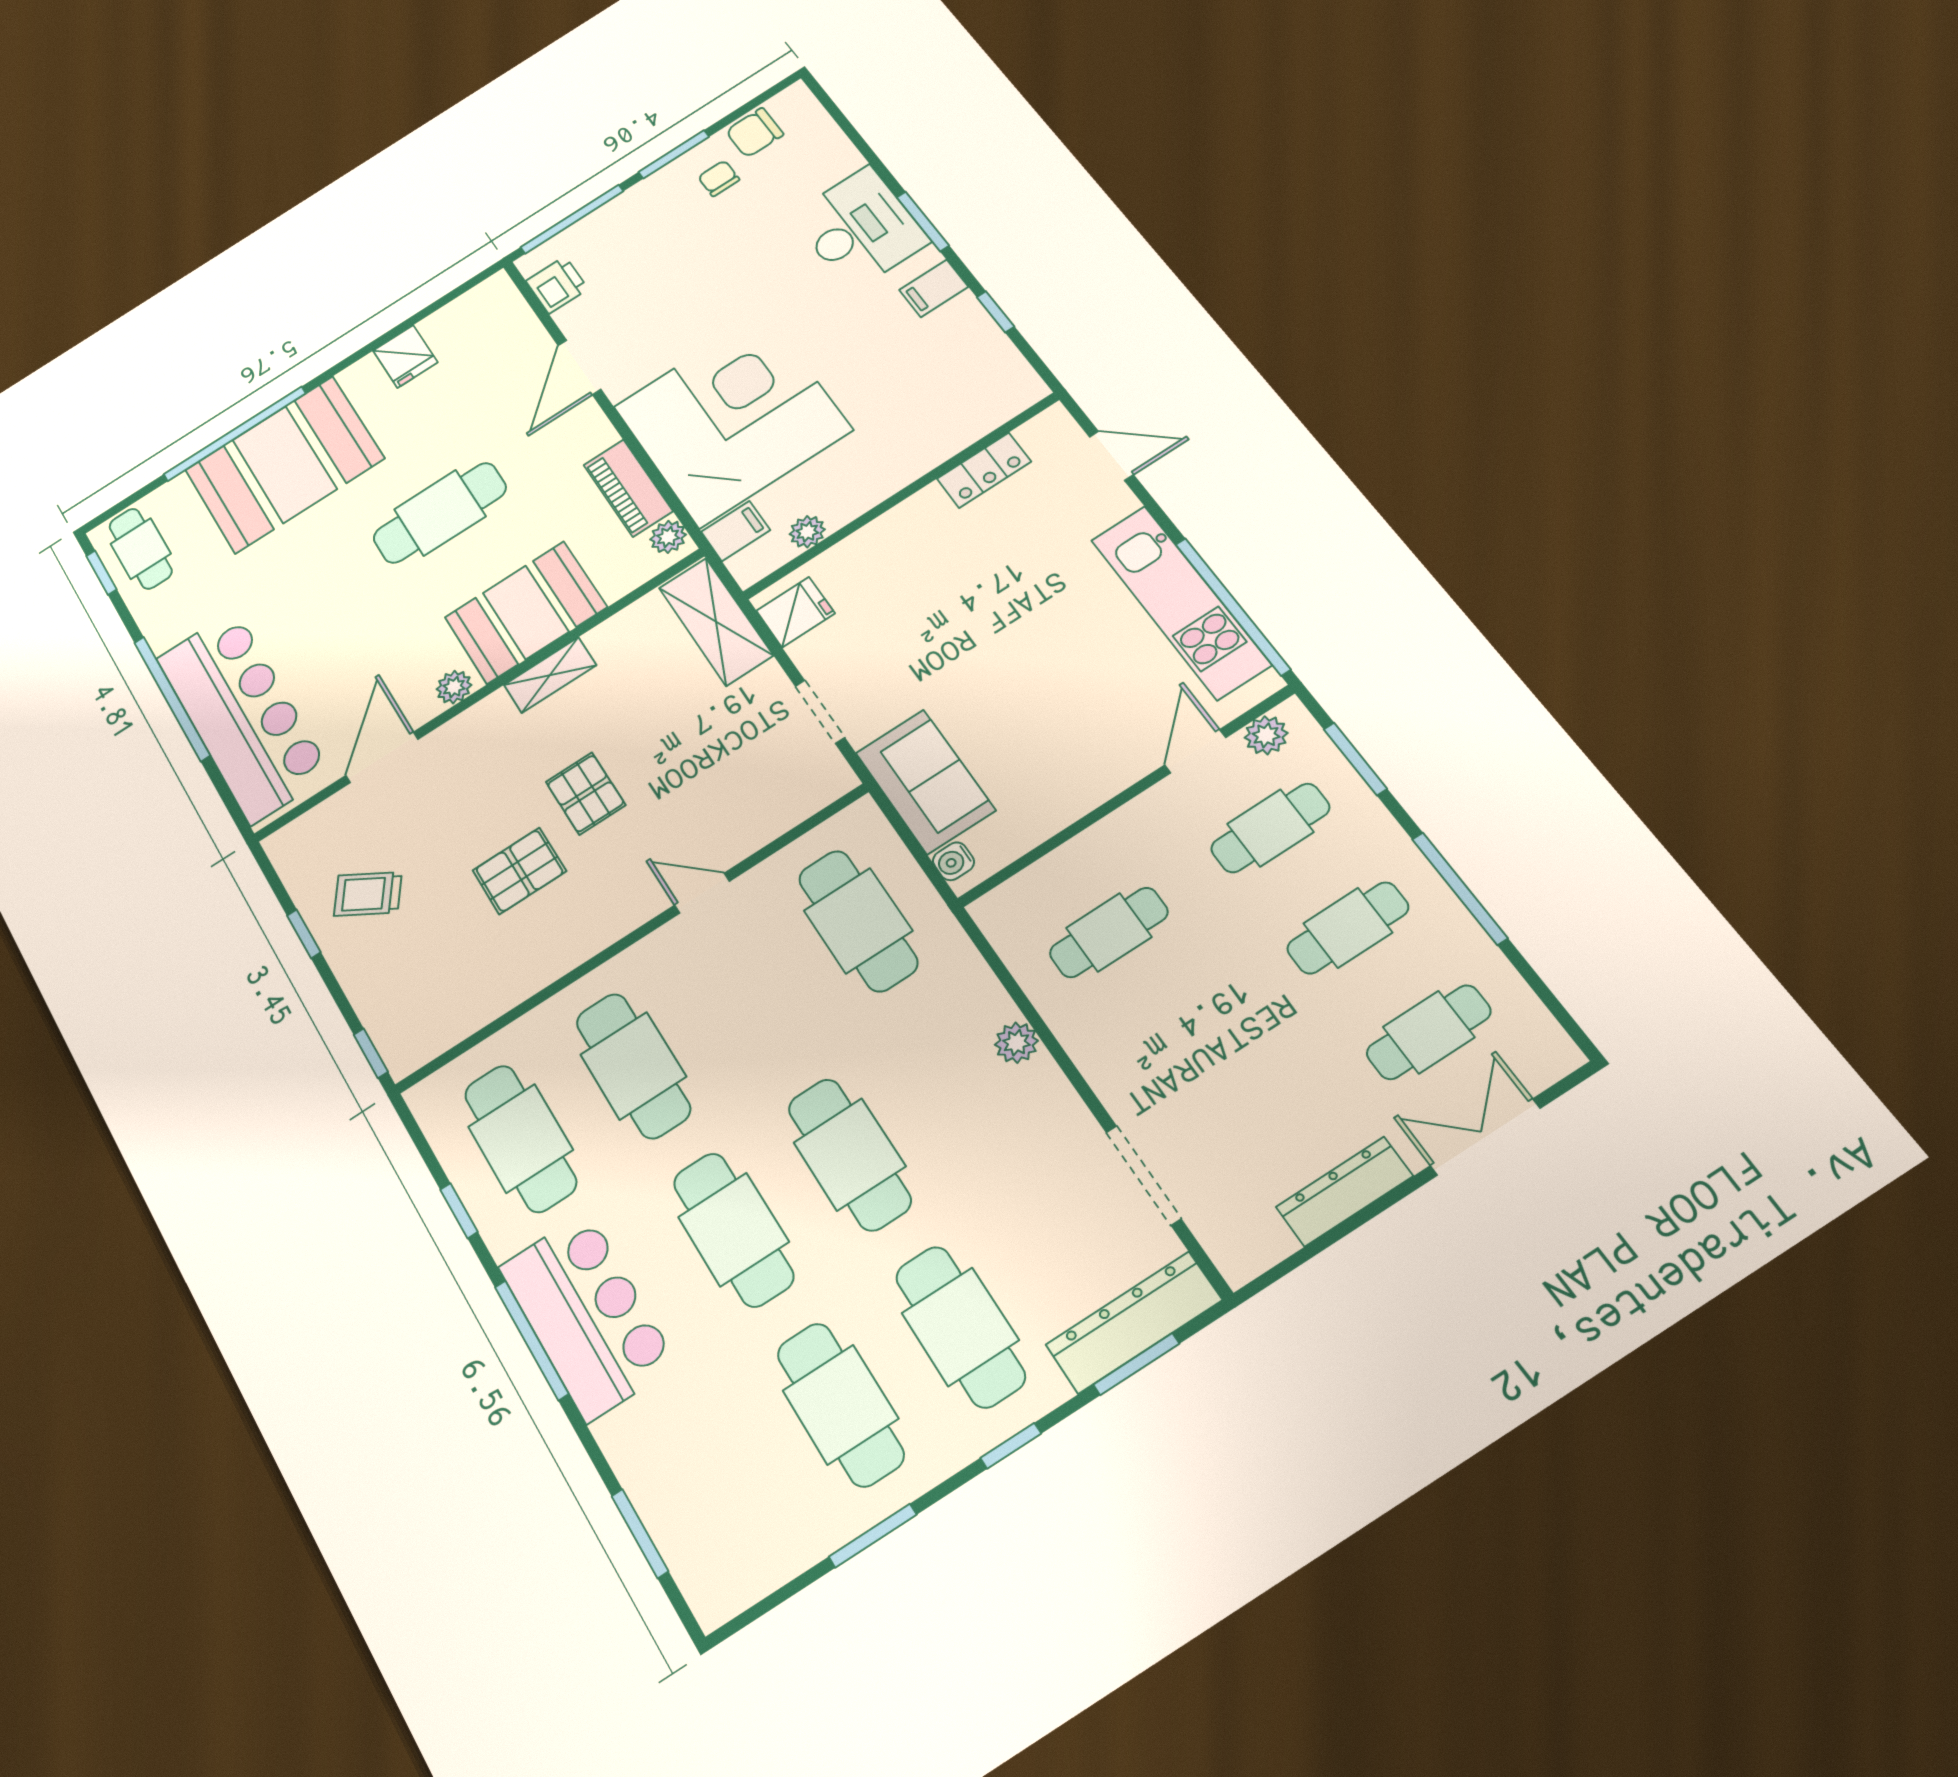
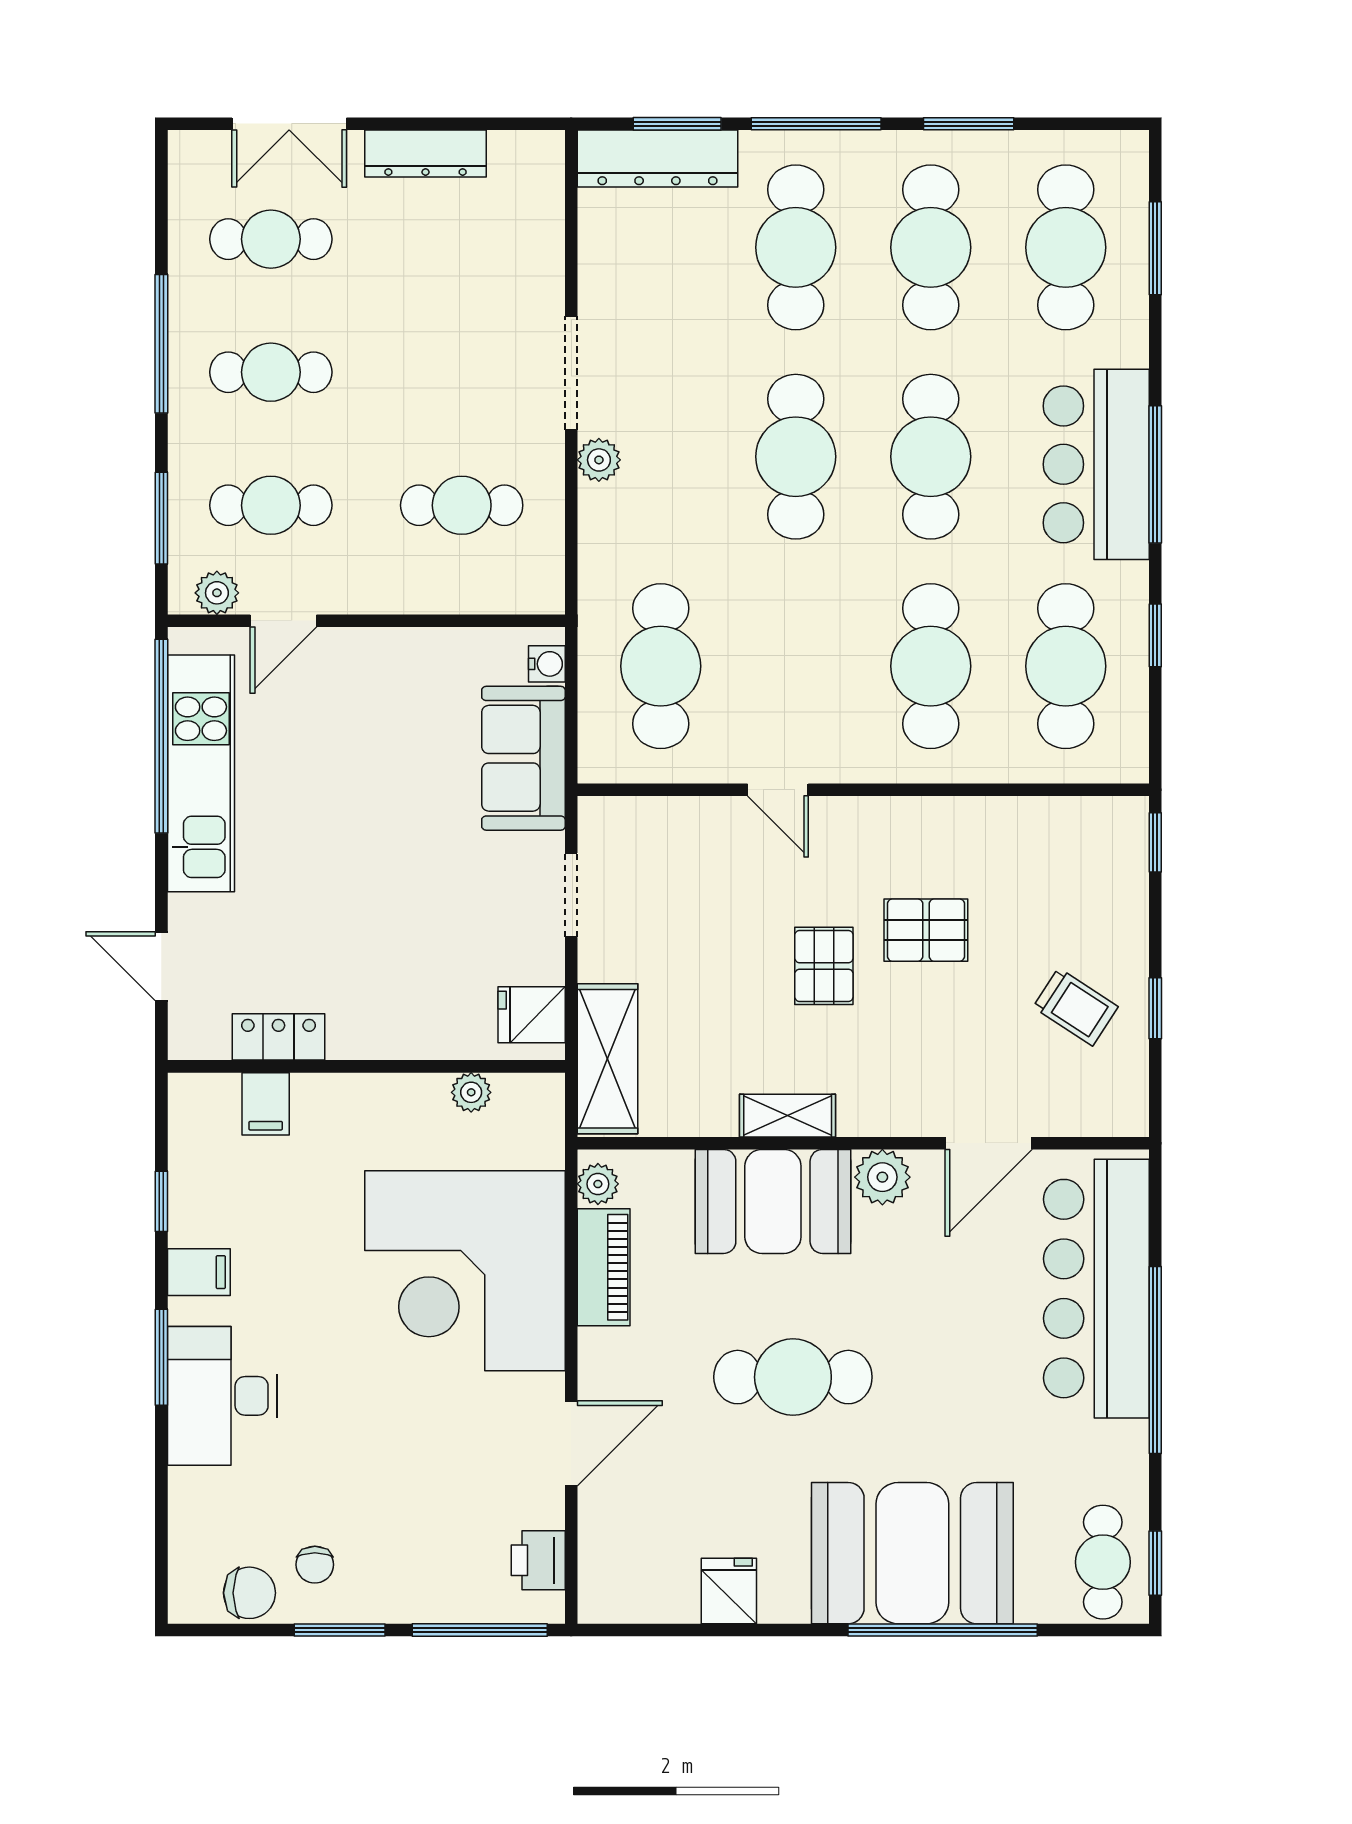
filing cabinet: (736, 531) -> (266, 1104), moved, turned -90
plant: (454, 687) -> (882, 1177), width x1.38, depth x1.38
doorway: (1143, 1175) -> (571, 373), moved
window: (1011, 1446) -> (816, 124), width x2.17
cafe table: (720, 1482) -> (1066, 247), added

